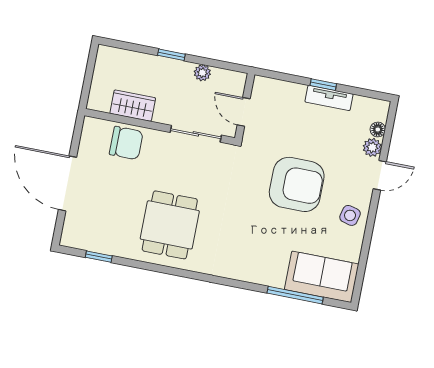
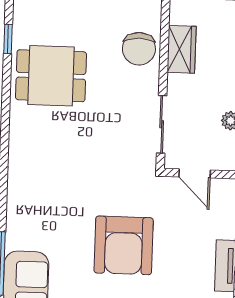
door: (244, 112) -> (195, 173), swing flipped
dining table: (170, 225) -> (51, 76), moved

